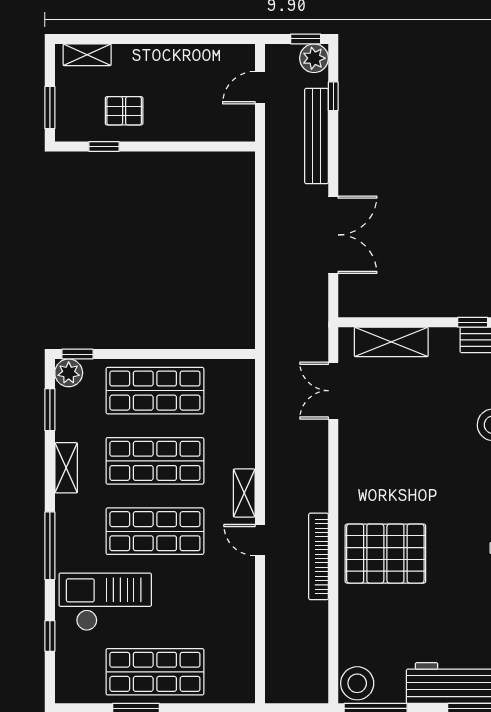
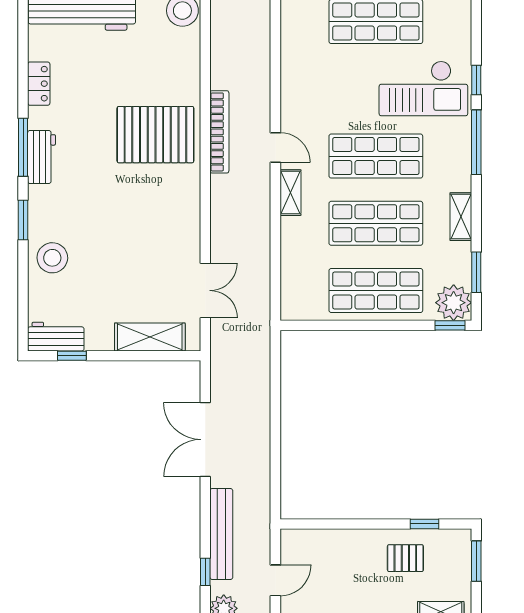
plant: (69, 373) -> (454, 303), width x1.36, depth x1.36
window: (50, 636) -> (476, 80), moved

